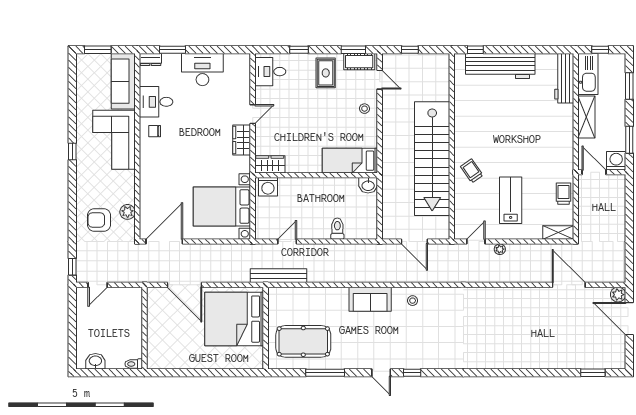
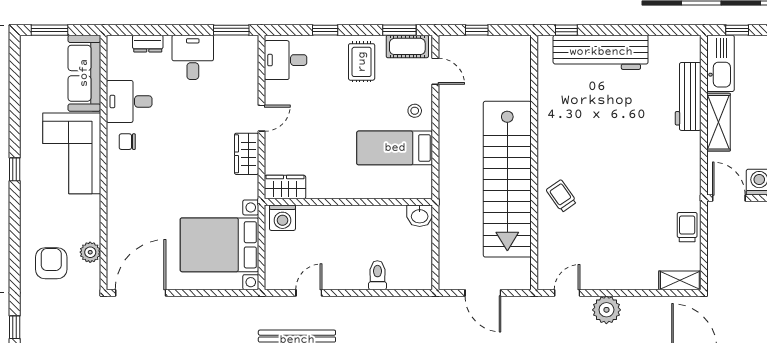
window: (173, 50) -> (231, 30), moved
dresser: (150, 59) -> (148, 44), moved
desk: (202, 70) -> (193, 57), width x0.73
workbench: (564, 78) -> (688, 96), moved
bed: (350, 161) -> (395, 148), moved
lab bench: (511, 200) -> (615, 236), removed
armchair: (99, 220) -> (51, 263), turned 90
plant: (500, 249) -> (606, 310), width x1.88, depth x1.88

